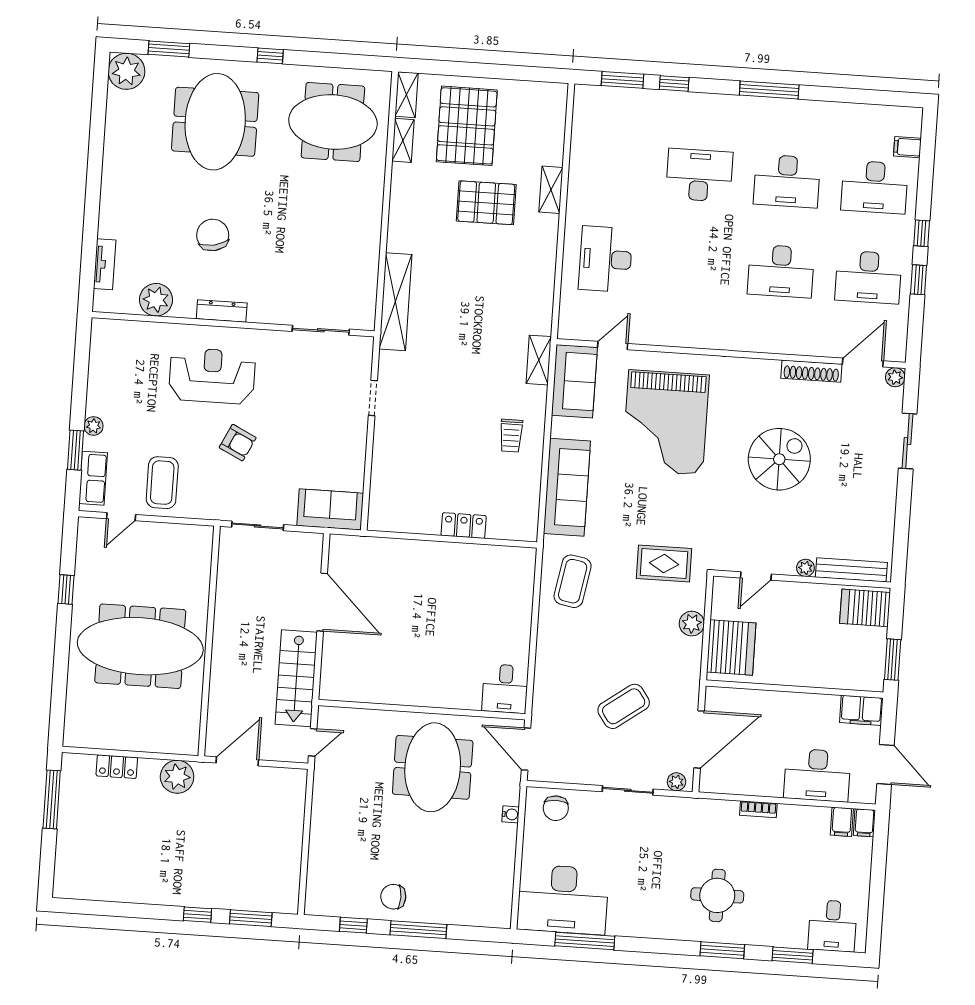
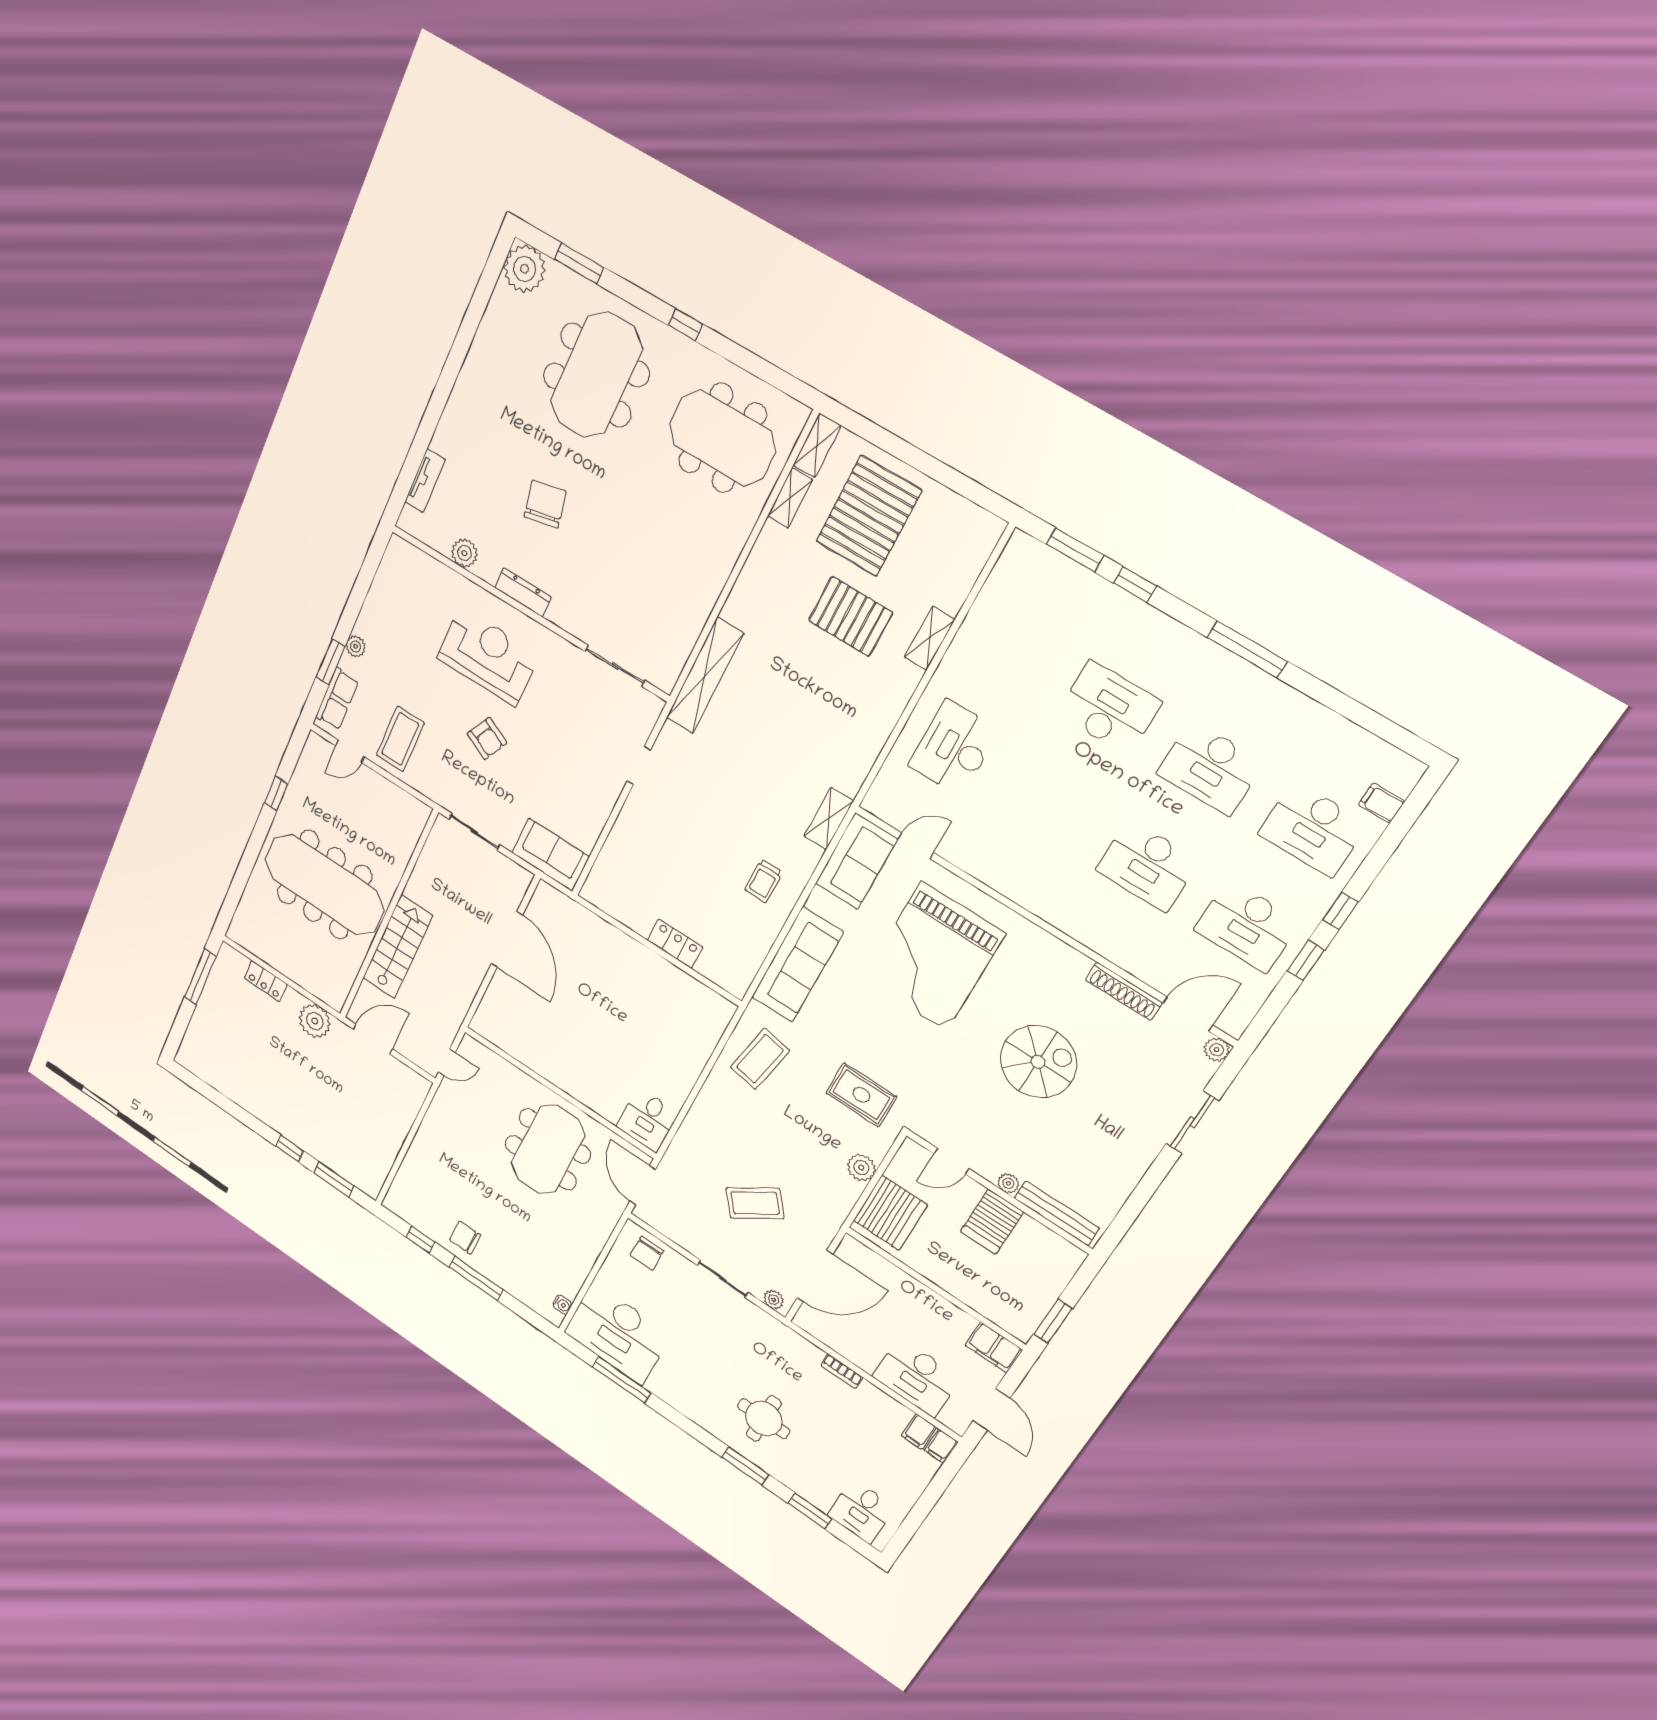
plant: (156, 300) -> (464, 553), width x0.73, depth x0.73
server rack: (865, 608) -> (992, 1222), moved, turned -90
stairs: (296, 678) -> (398, 947), moved, turned 180
water cooler: (511, 814) -> (562, 1305), moved

